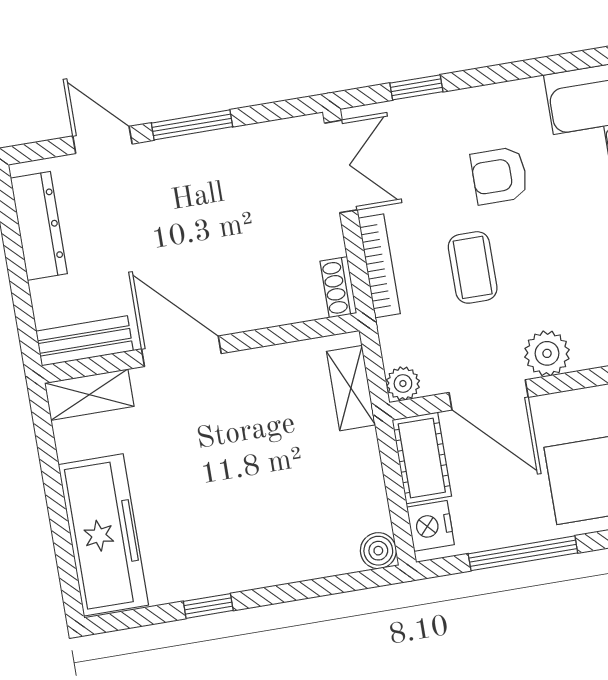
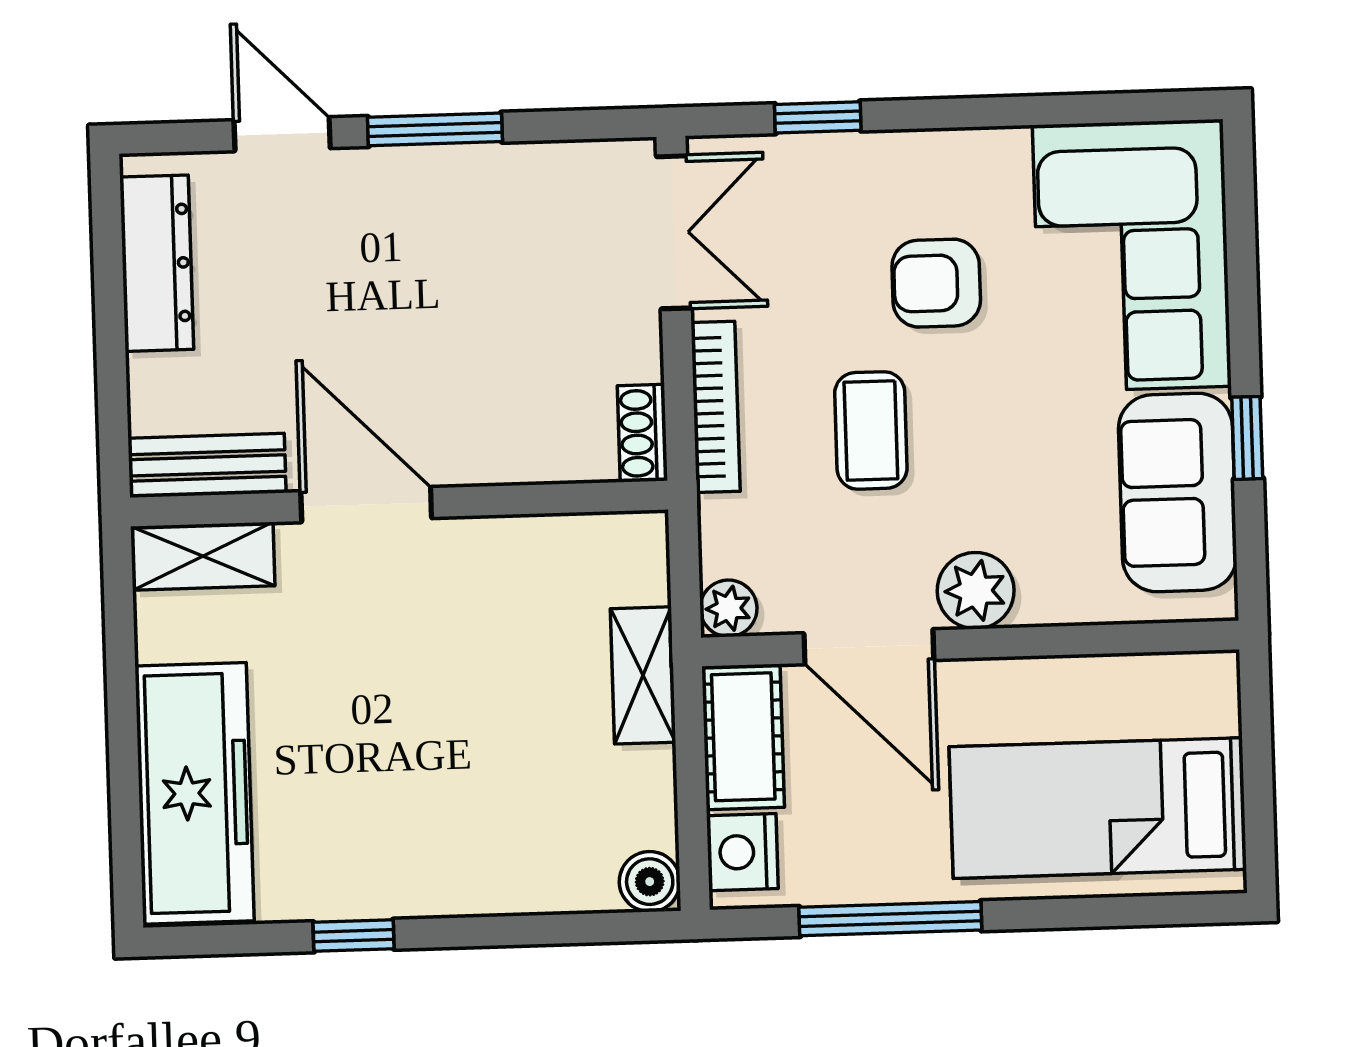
shelving: (351, 388) -> (643, 675), moved

